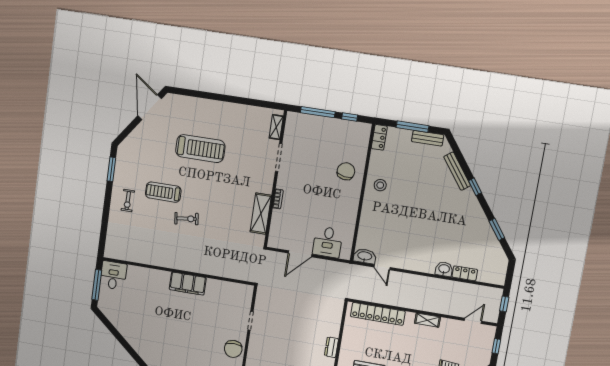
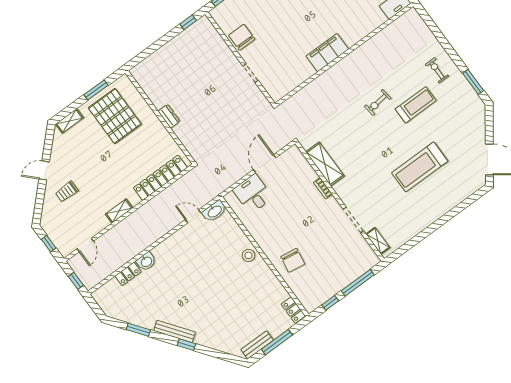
bench: (457, 171) -> (175, 331), moved
stool: (380, 185) -> (248, 255), moved

